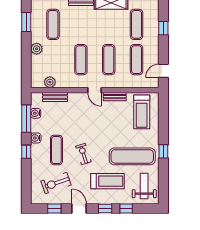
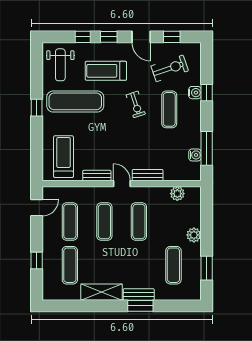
bench: (55, 97) -> (148, 175), moved
water cooler: (36, 138) -> (195, 93), moved
window: (26, 152) -> (207, 93), moved

